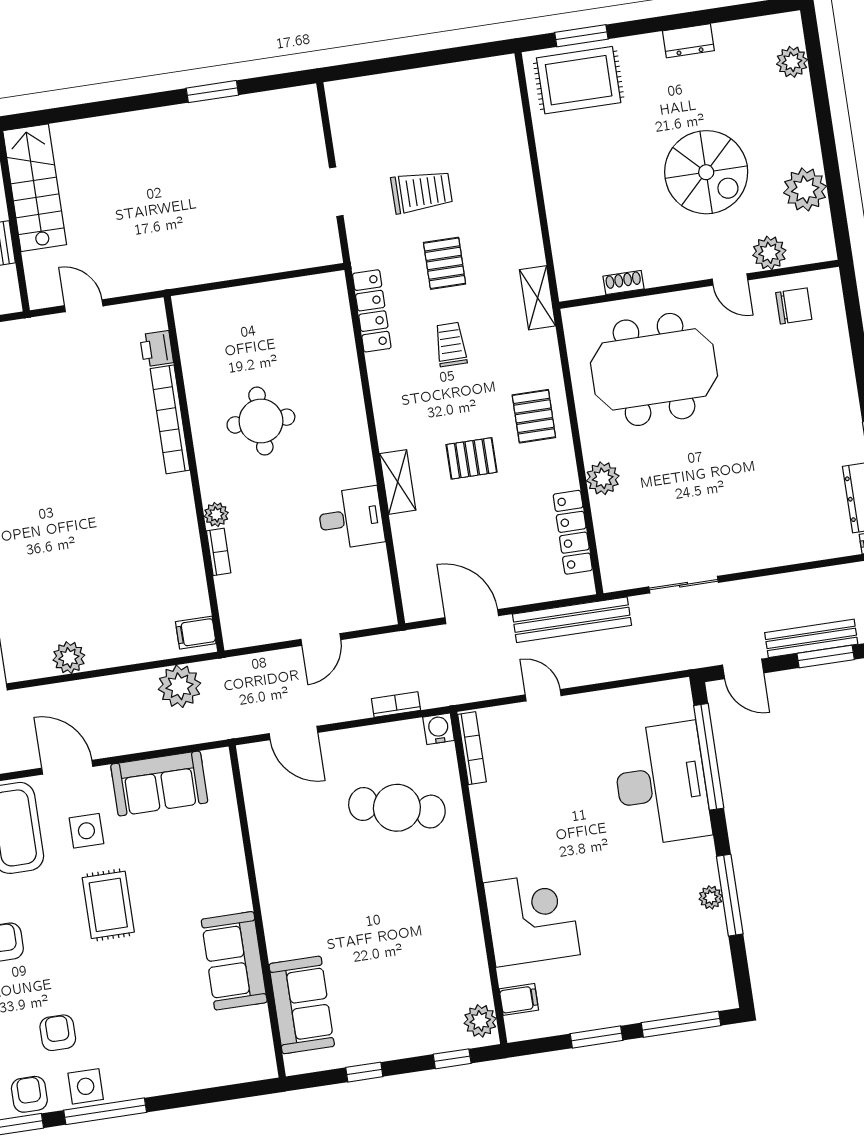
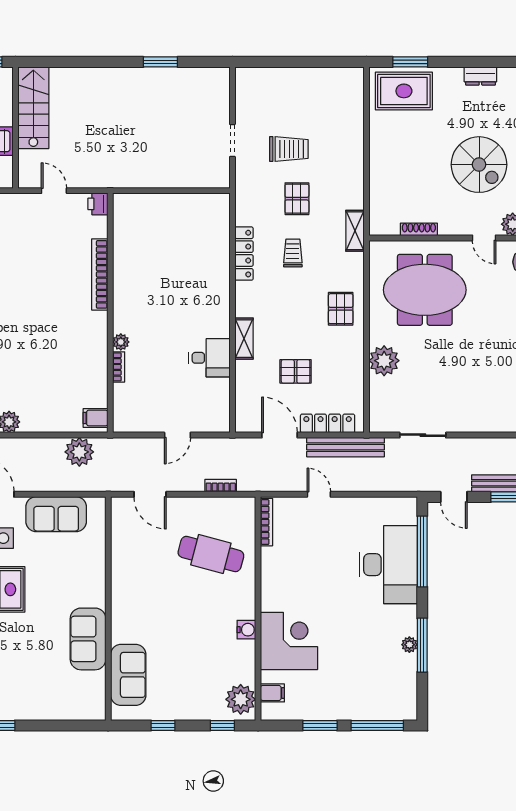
shoe rack: (624, 283) -> (419, 229), width x1.43
locker: (372, 311) -> (244, 254), moved
printer: (157, 349) -> (98, 204), moved
round table: (261, 421) -> (160, 285), removed
pallet: (472, 458) -> (296, 371), moved
plant: (603, 478) -> (384, 361), width x1.36, depth x1.36
locker: (573, 532) -> (328, 423), moved, turned 90
water cooler: (439, 729) -> (246, 630), moved, turned 90
plant: (480, 1021) -> (241, 699), width x1.36, depth x1.36

